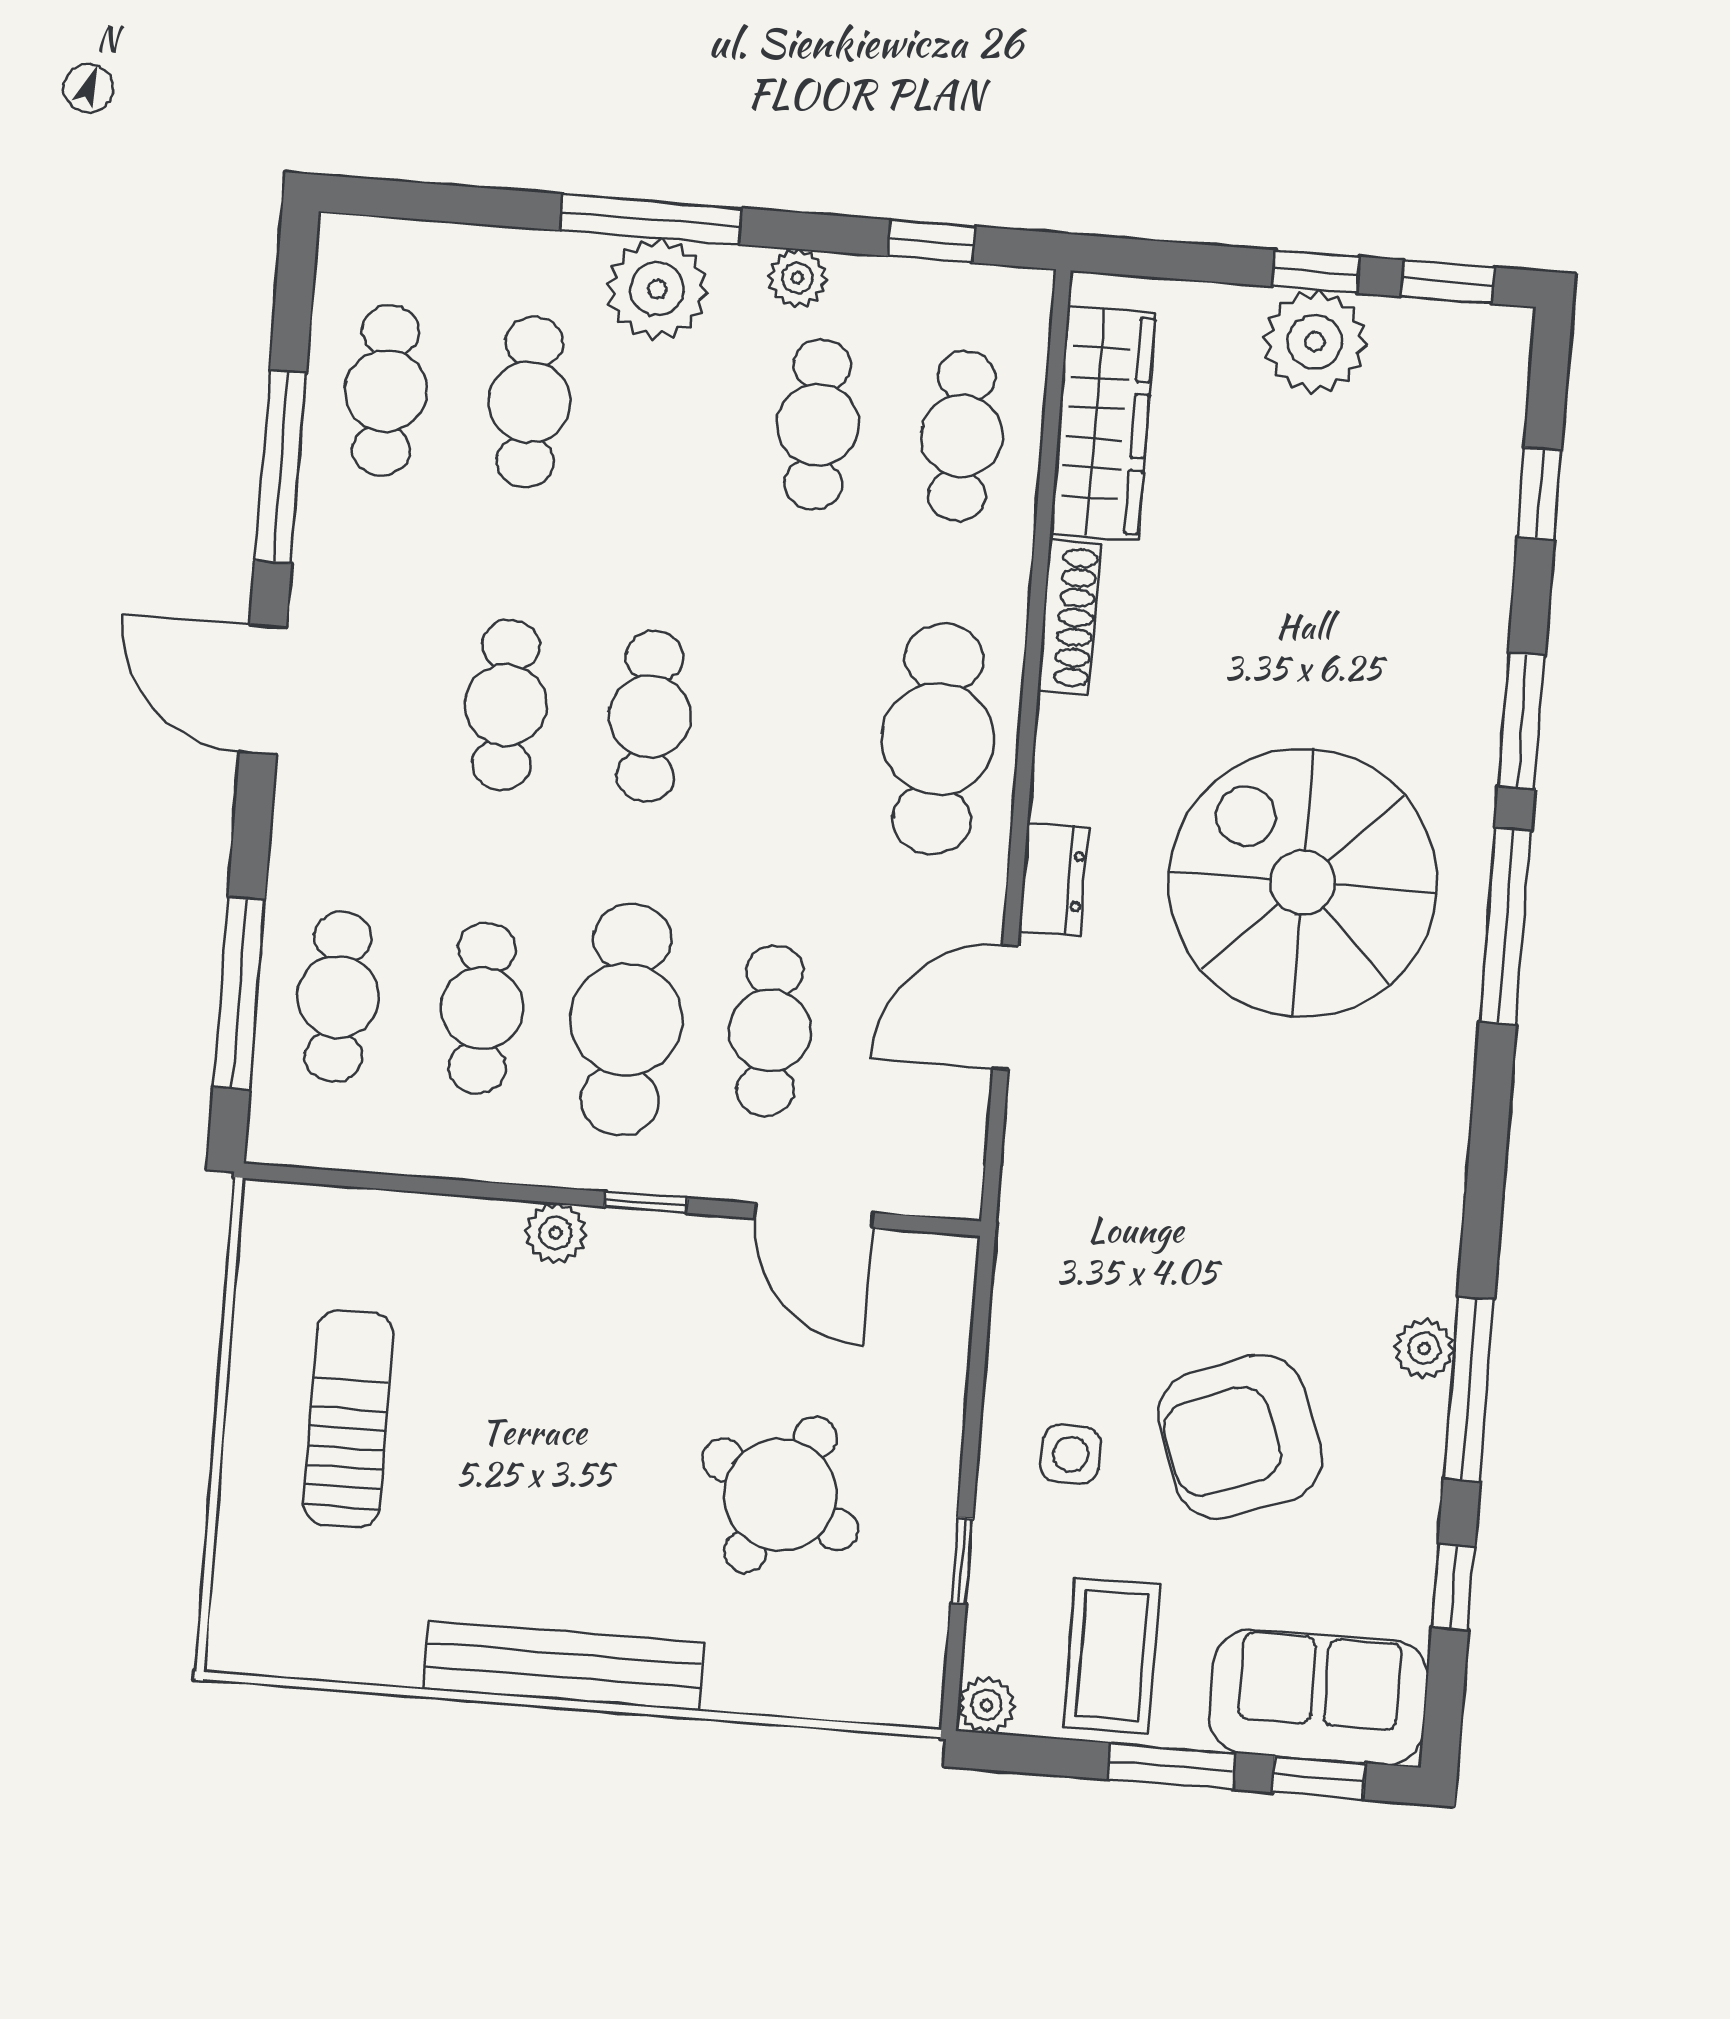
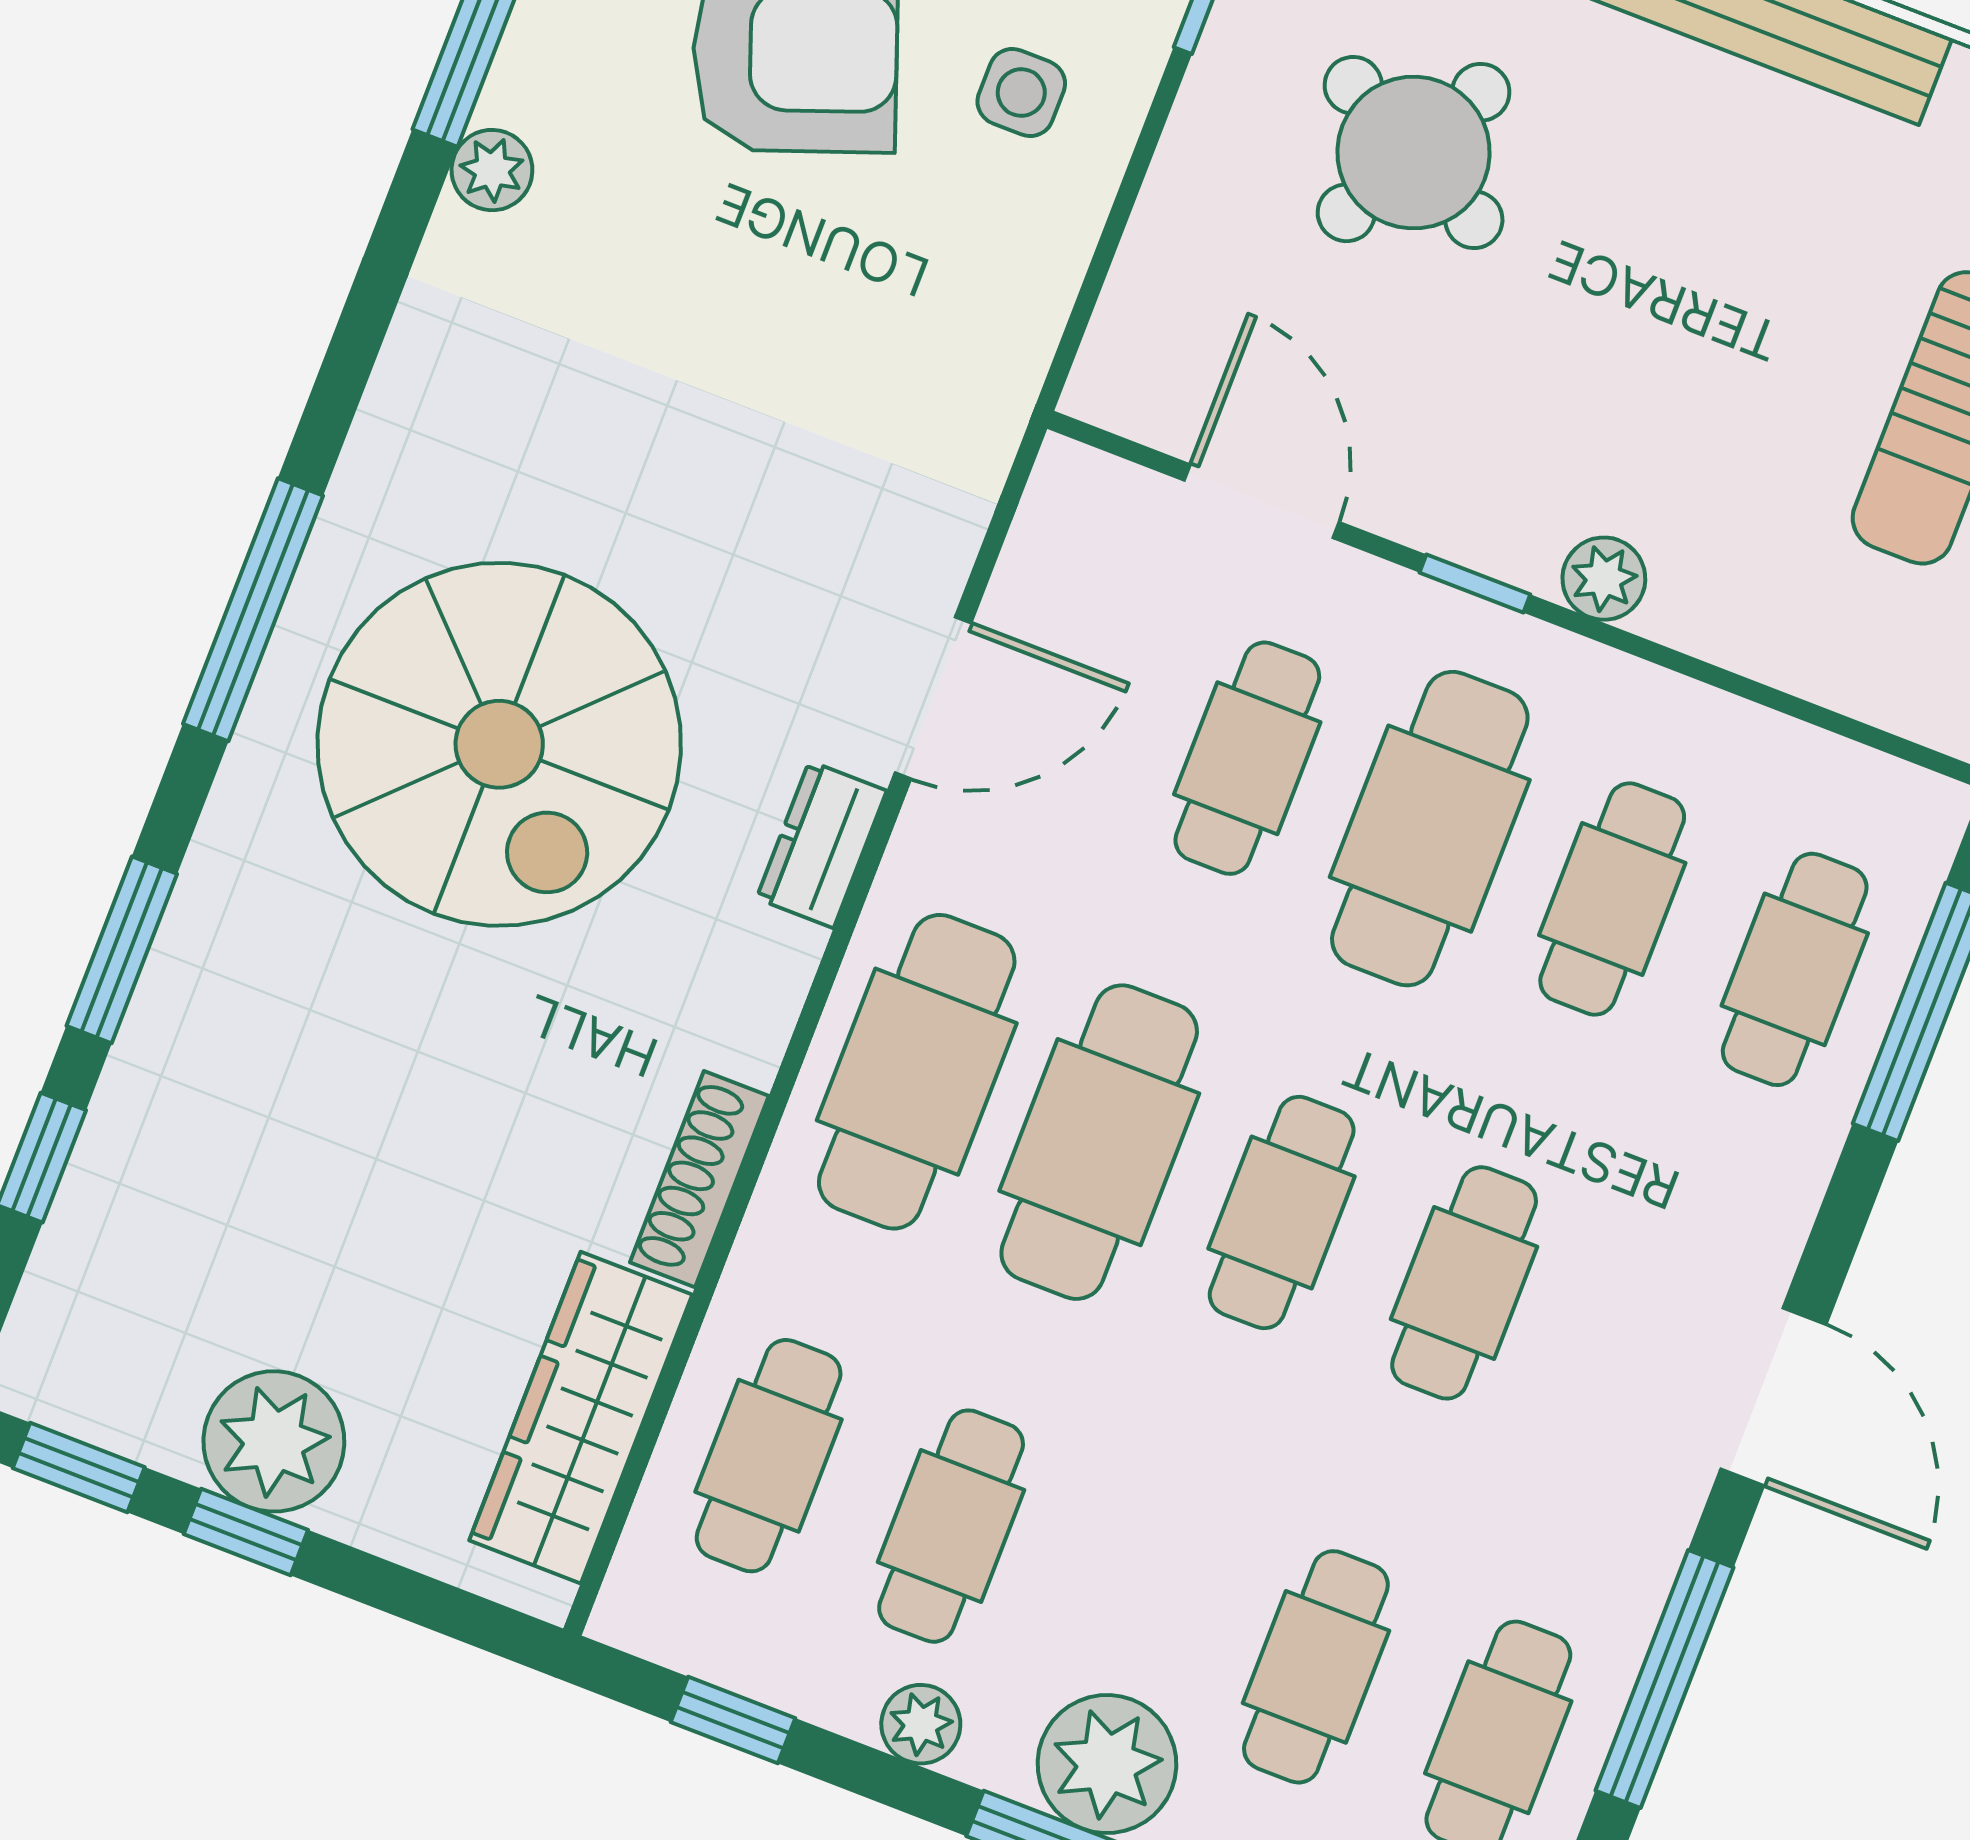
window: (1521, 721) -> (122, 950), moved
cafe table: (794, 728) -> (1099, 1142), added
plant: (1424, 1349) -> (492, 170), moved

